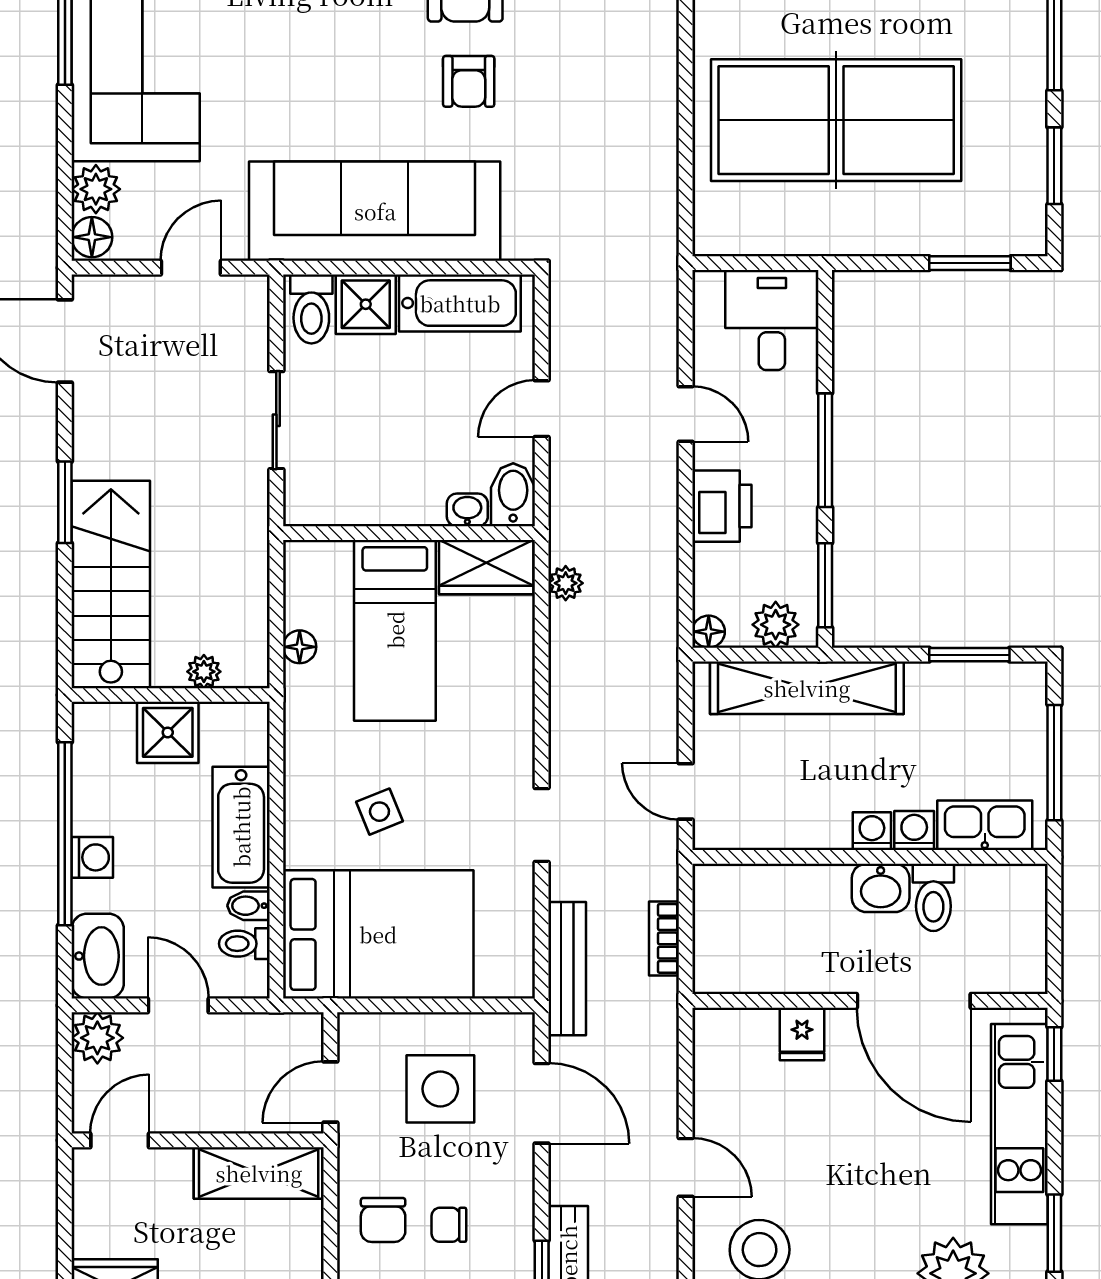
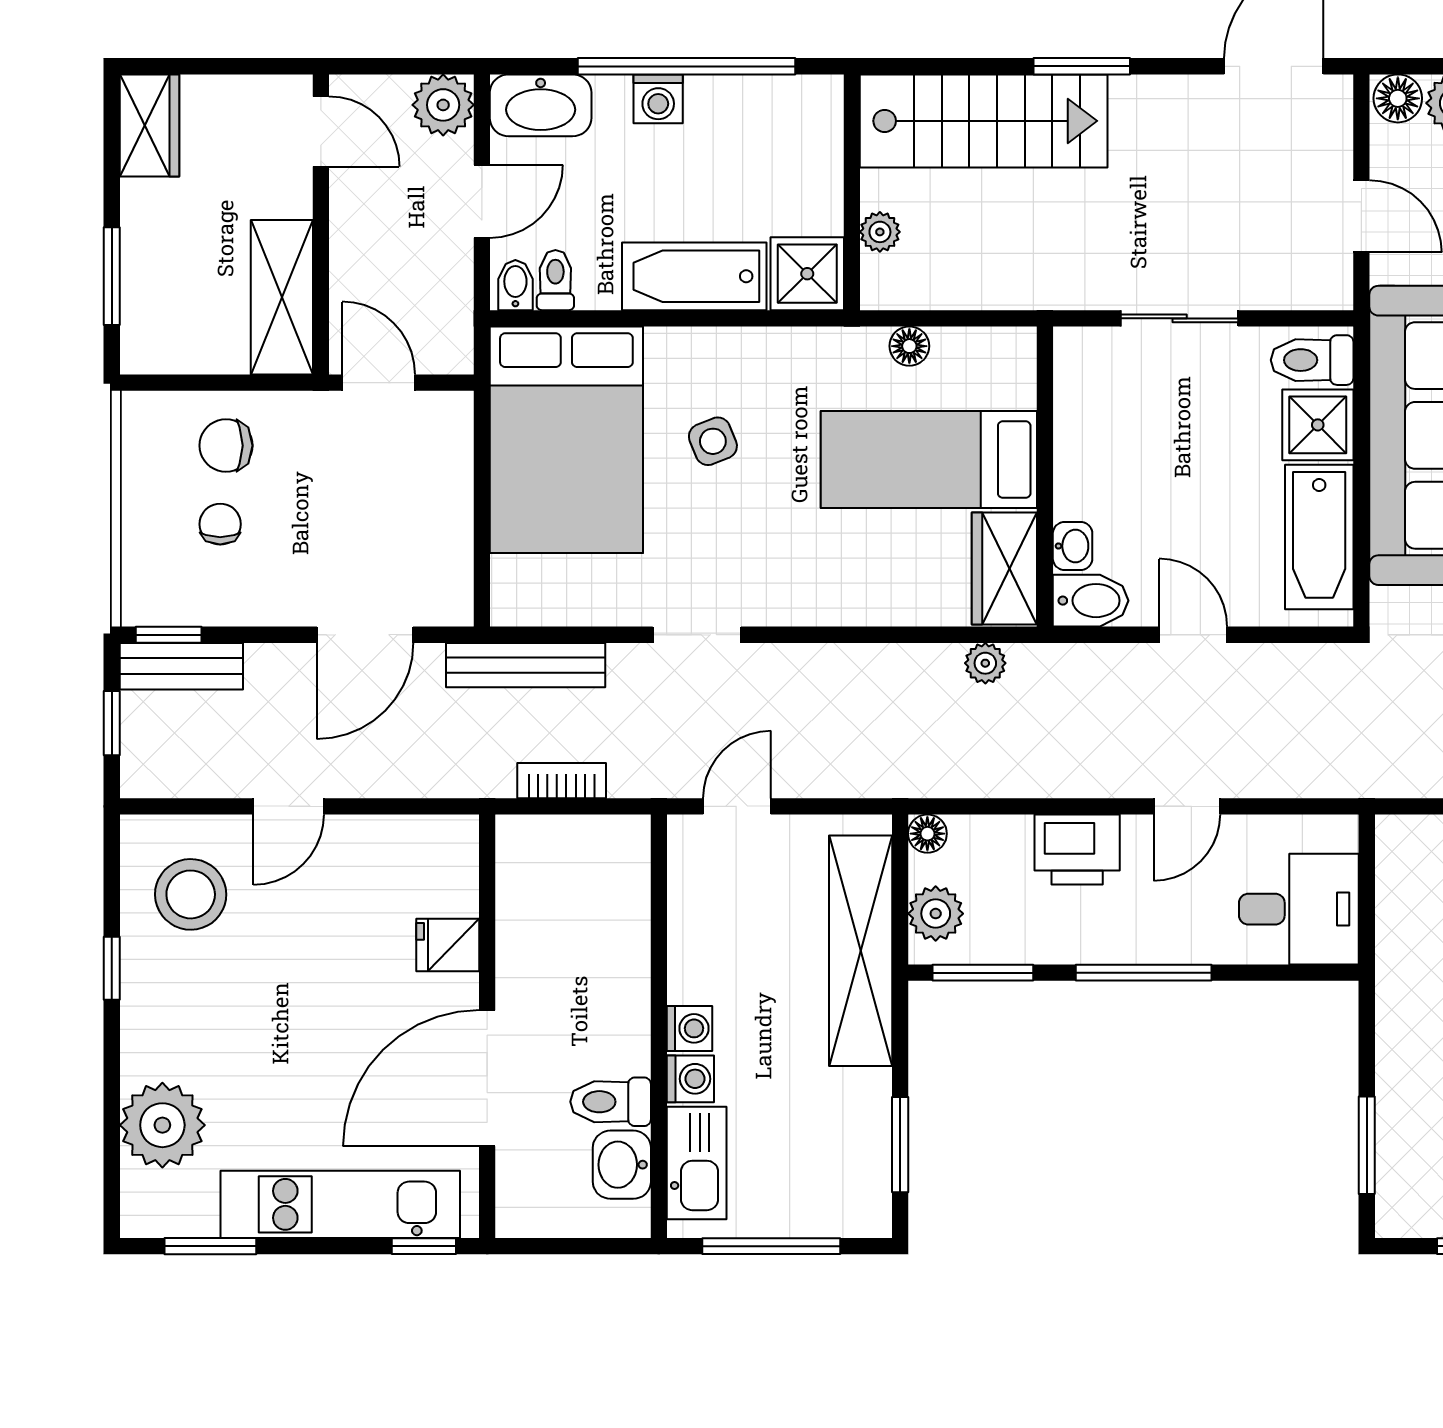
shower: (168, 732) -> (807, 274), moved
washbasin: (881, 888) -> (622, 1165), moved
bidet: (248, 906) -> (515, 285), moved
side table: (440, 1089) -> (382, 514), removed

